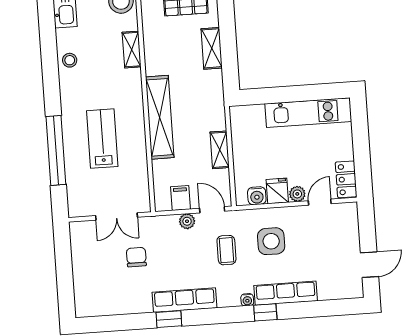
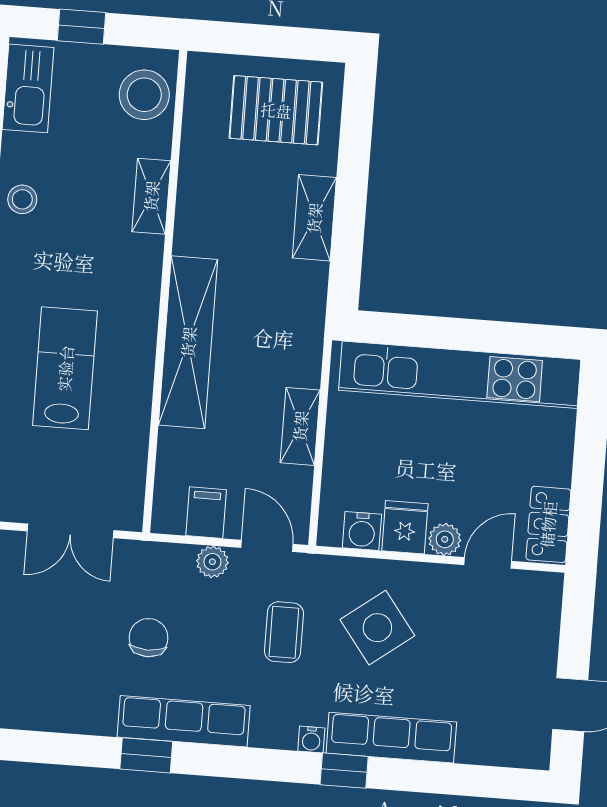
kitchen unit: (308, 113) -> (460, 375), width x1.36
side table: (271, 241) -> (377, 628), turned -37
chair: (136, 257) -> (149, 638), moved

